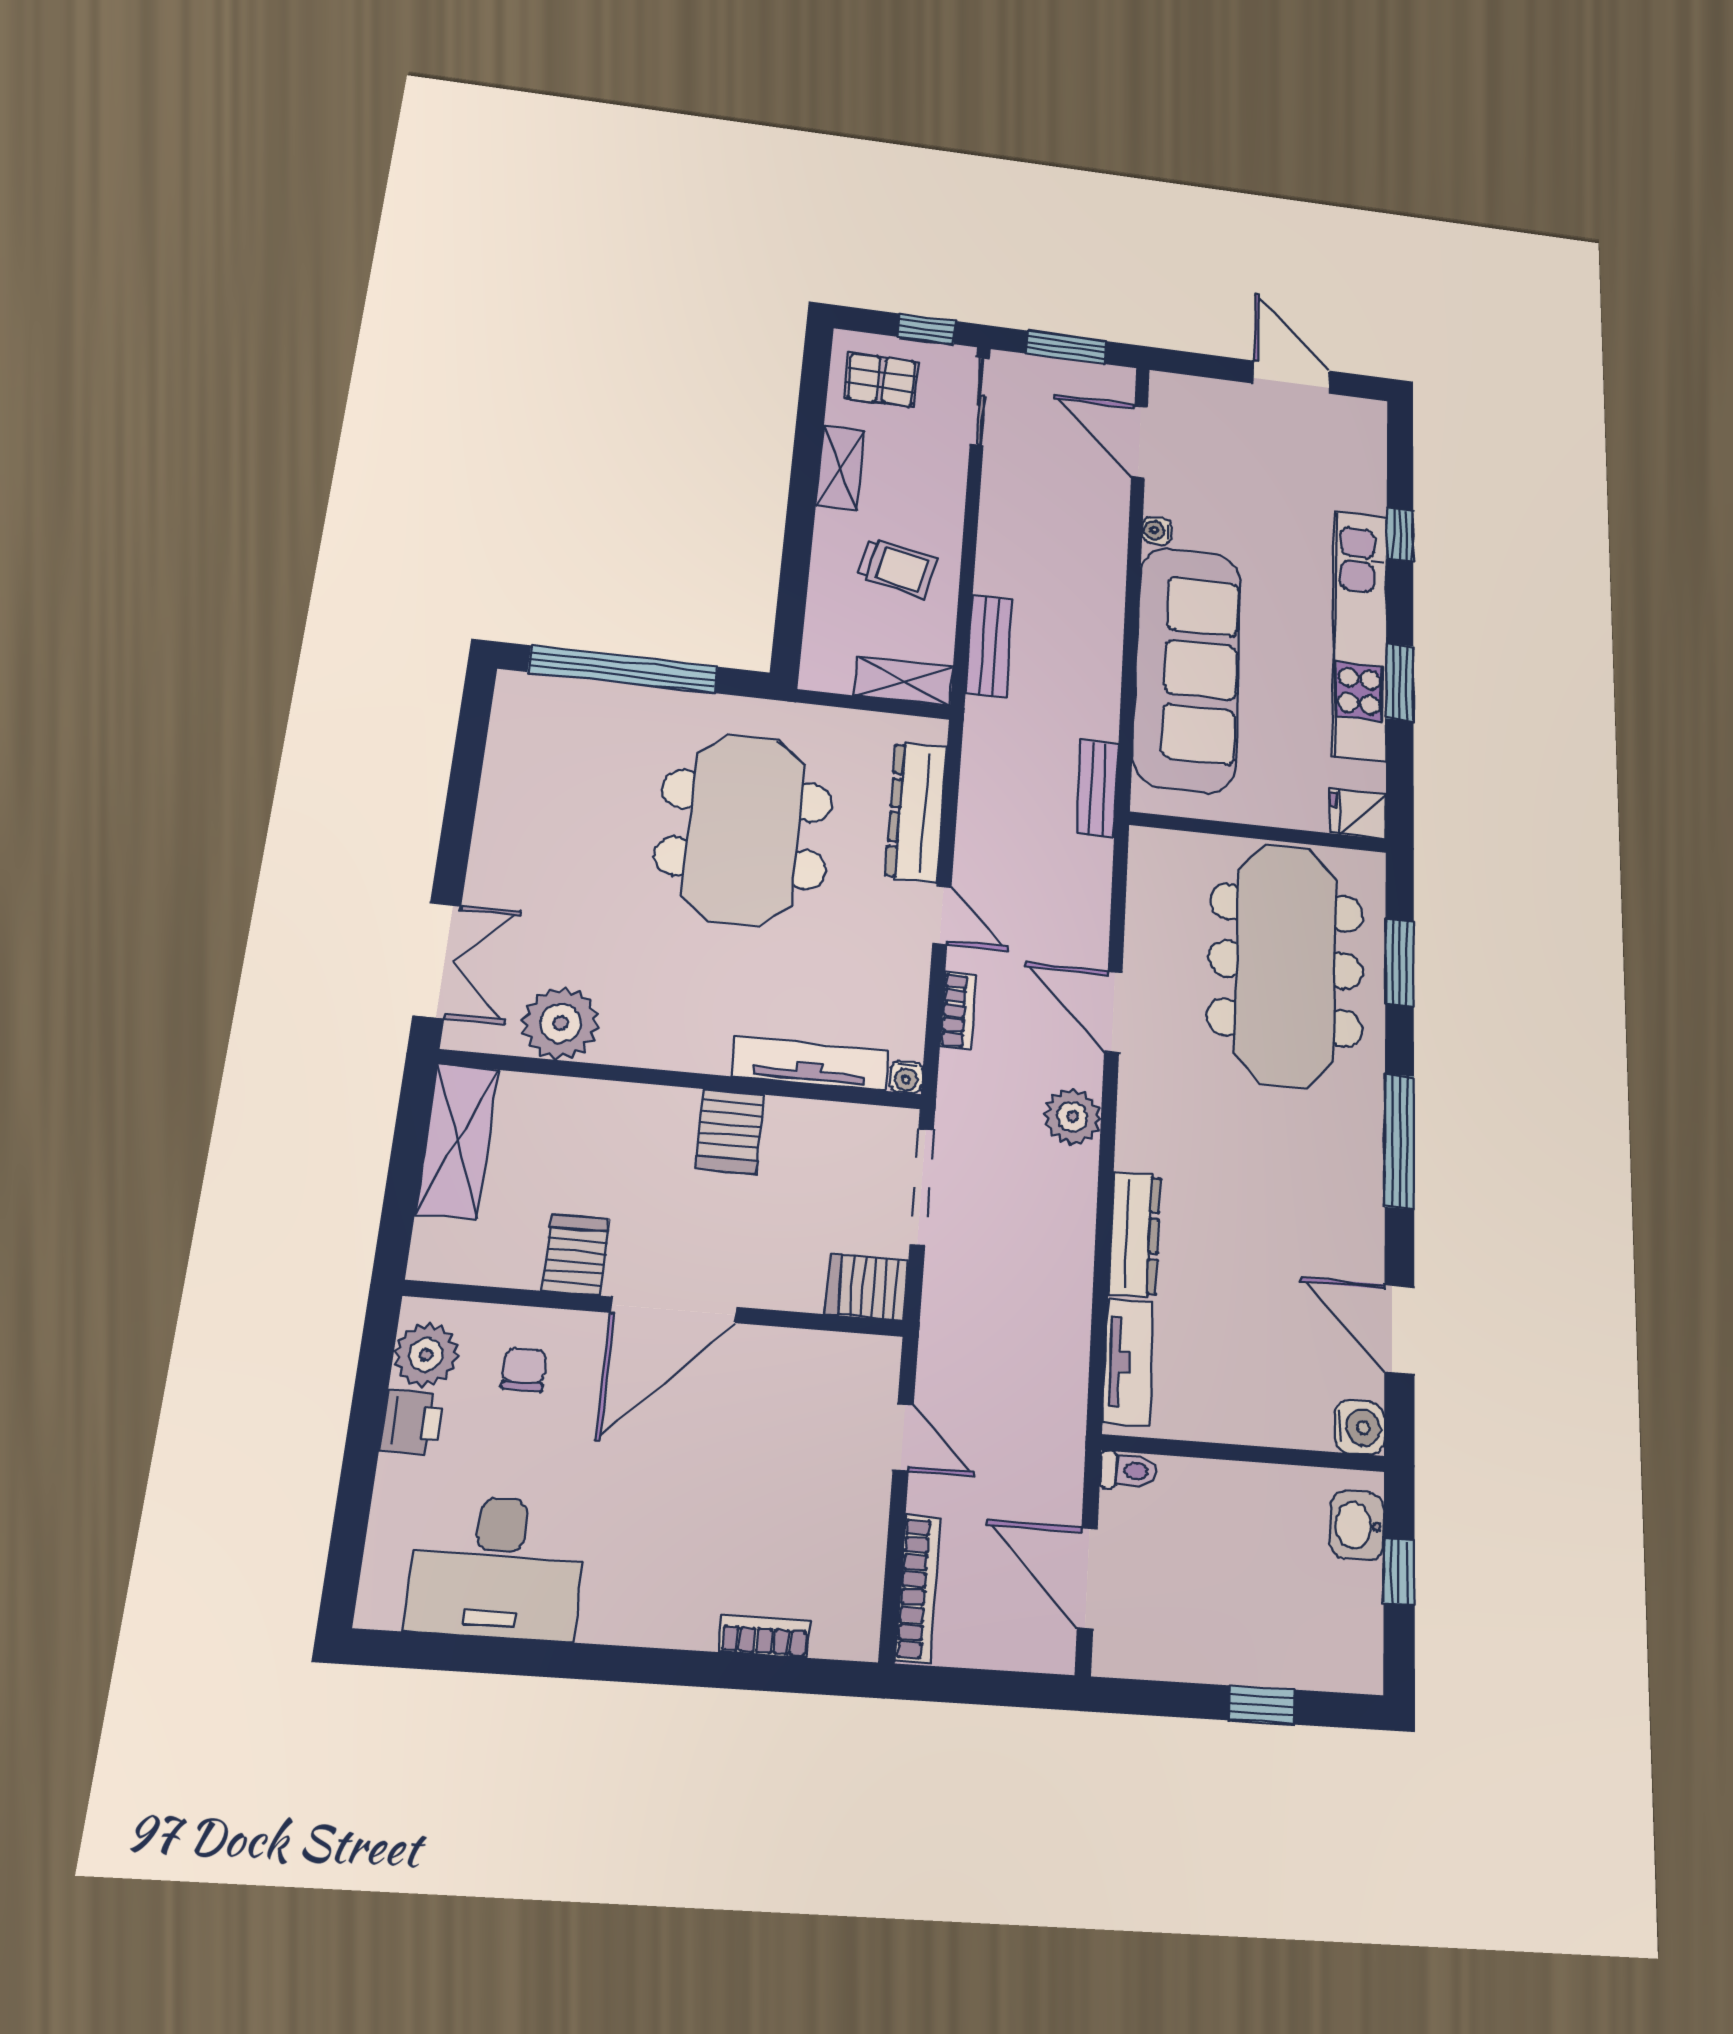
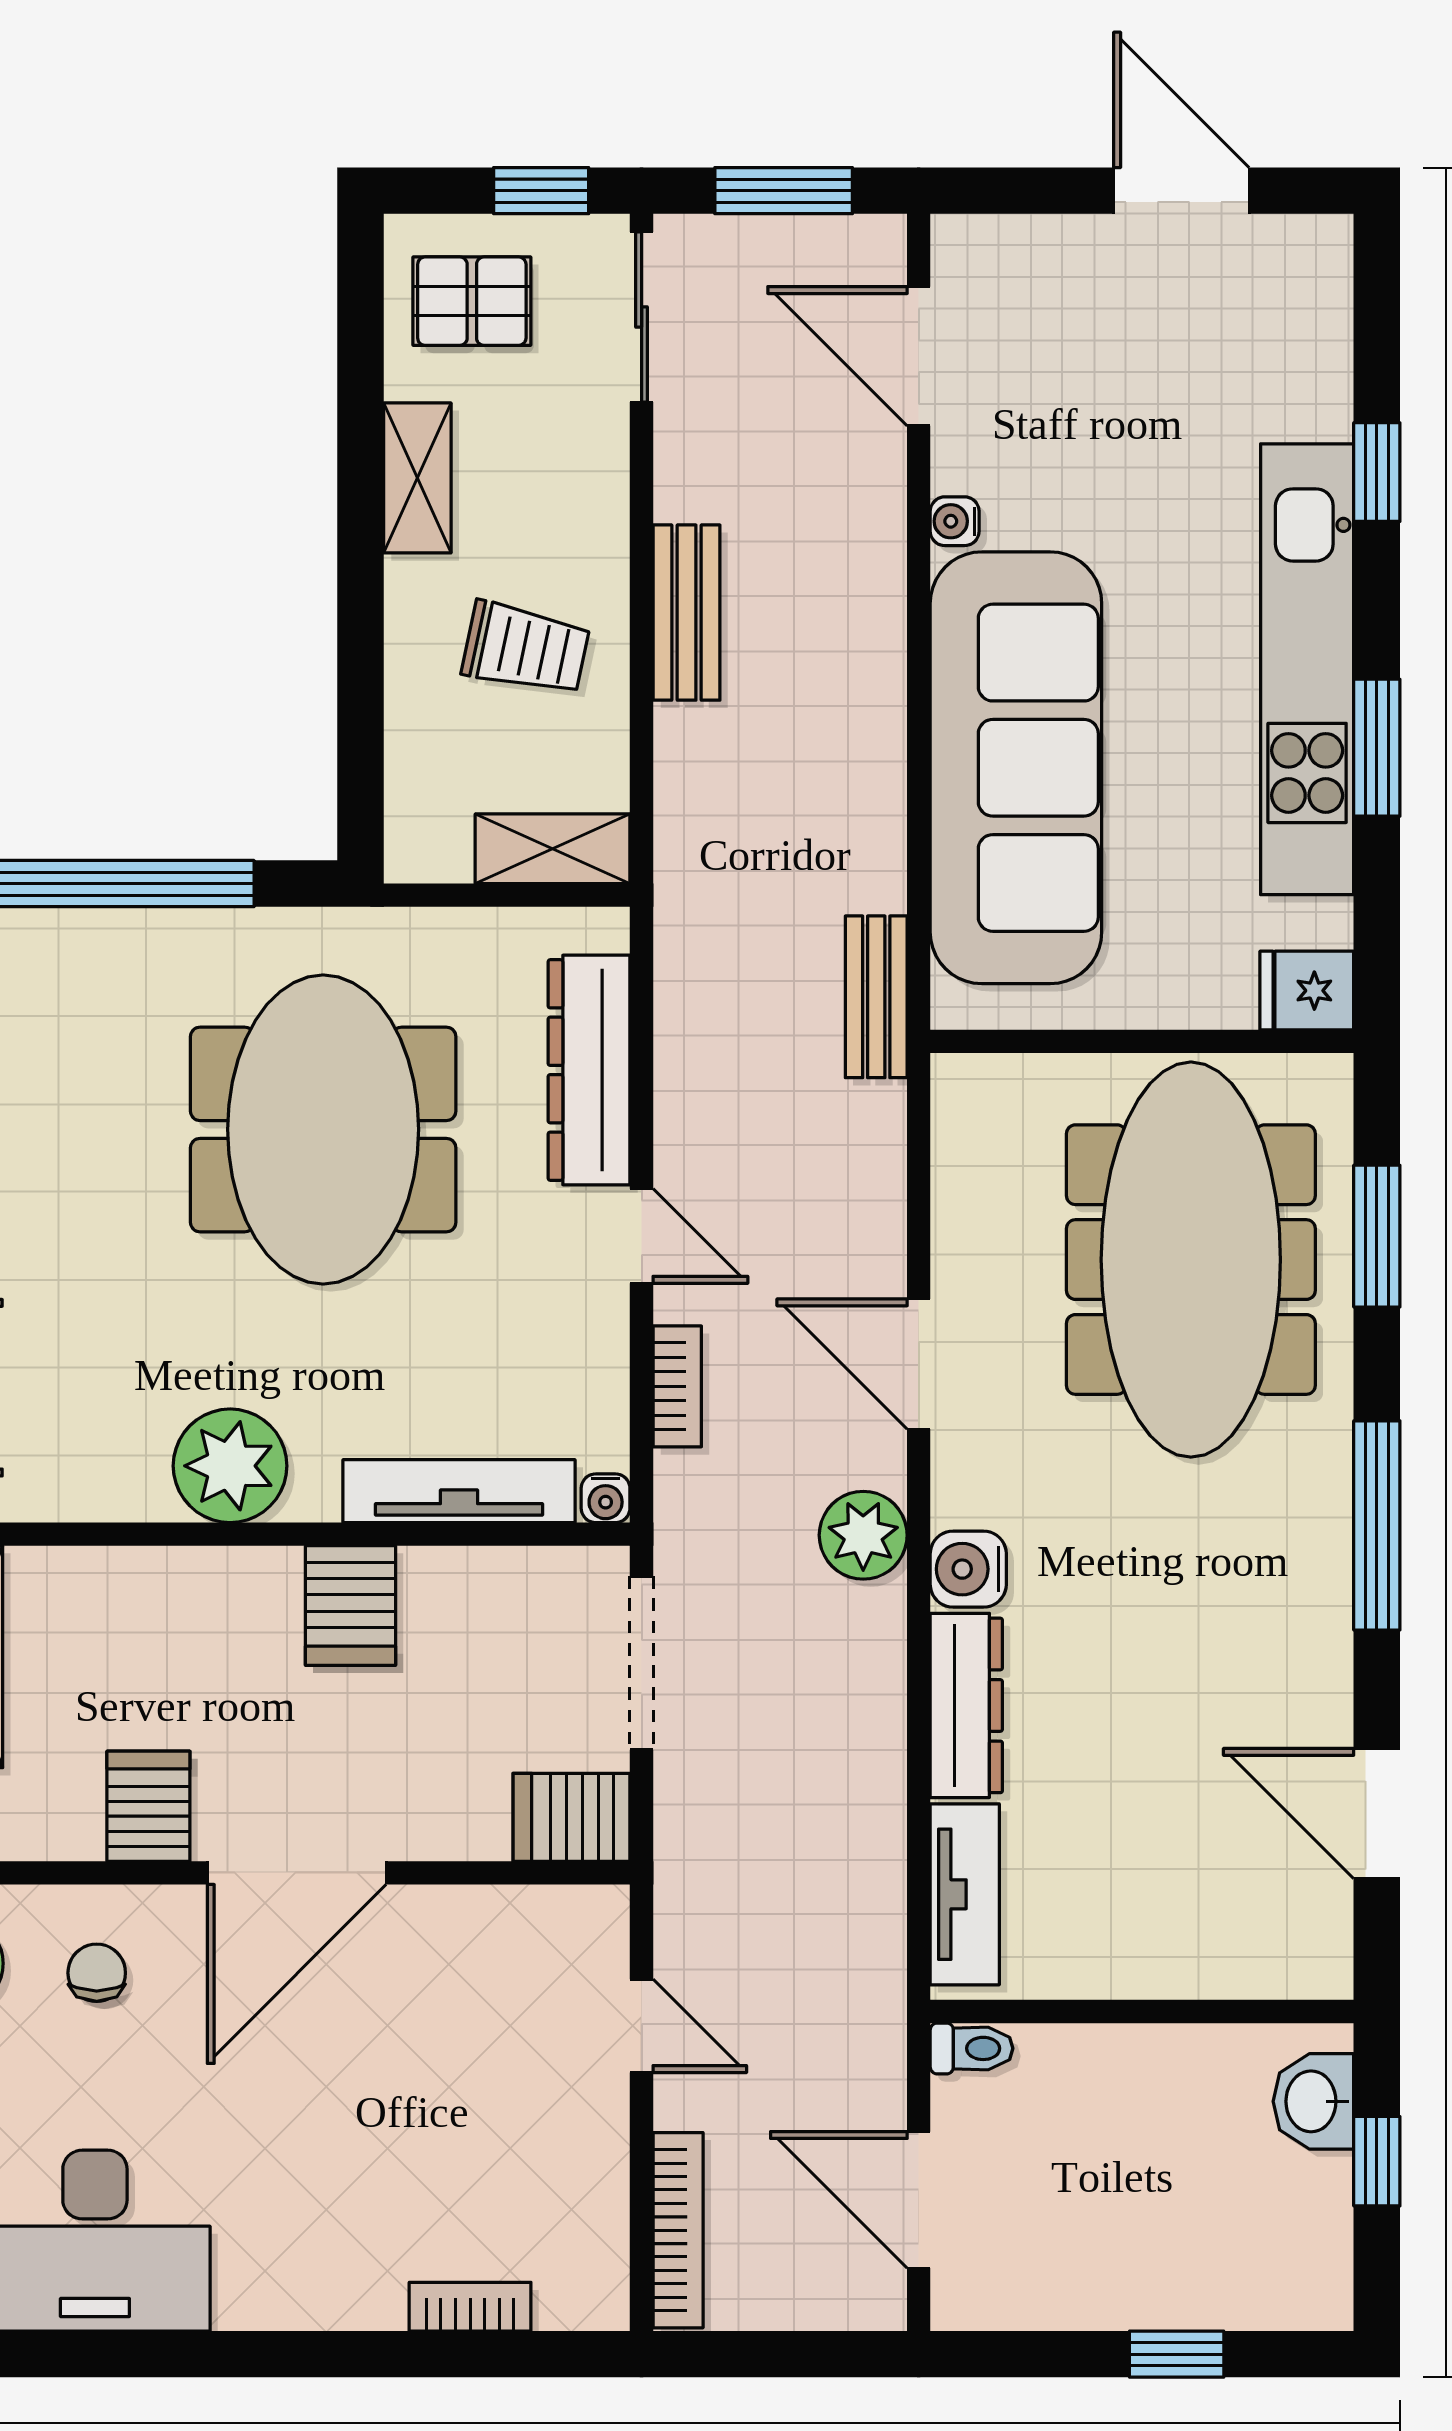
bench: (989, 646) -> (687, 613), moved
plant: (561, 1023) -> (230, 1466), moved
water cooler: (1359, 1427) -> (968, 1569), moved, turned 180

